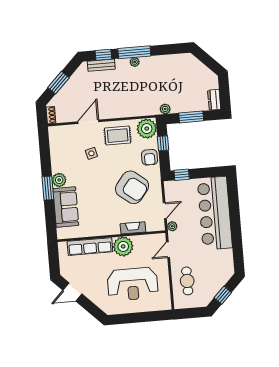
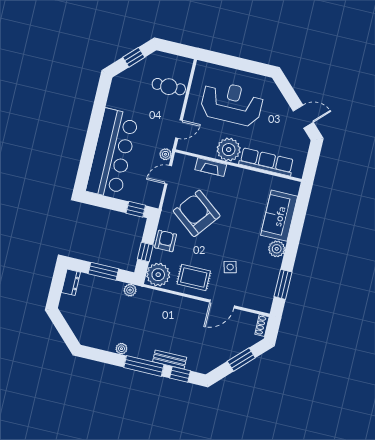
plant: (135, 62) -> (121, 349), moved
bench: (101, 65) -> (170, 360), moved
window: (48, 188) -> (283, 284), moved
cafe table: (187, 281) -> (169, 87), turned 90

